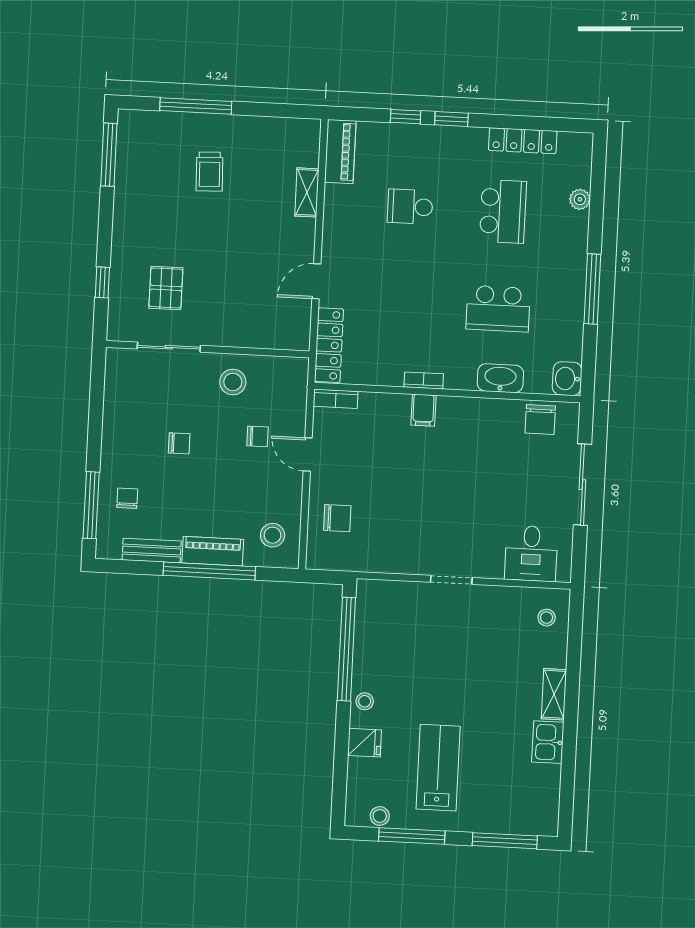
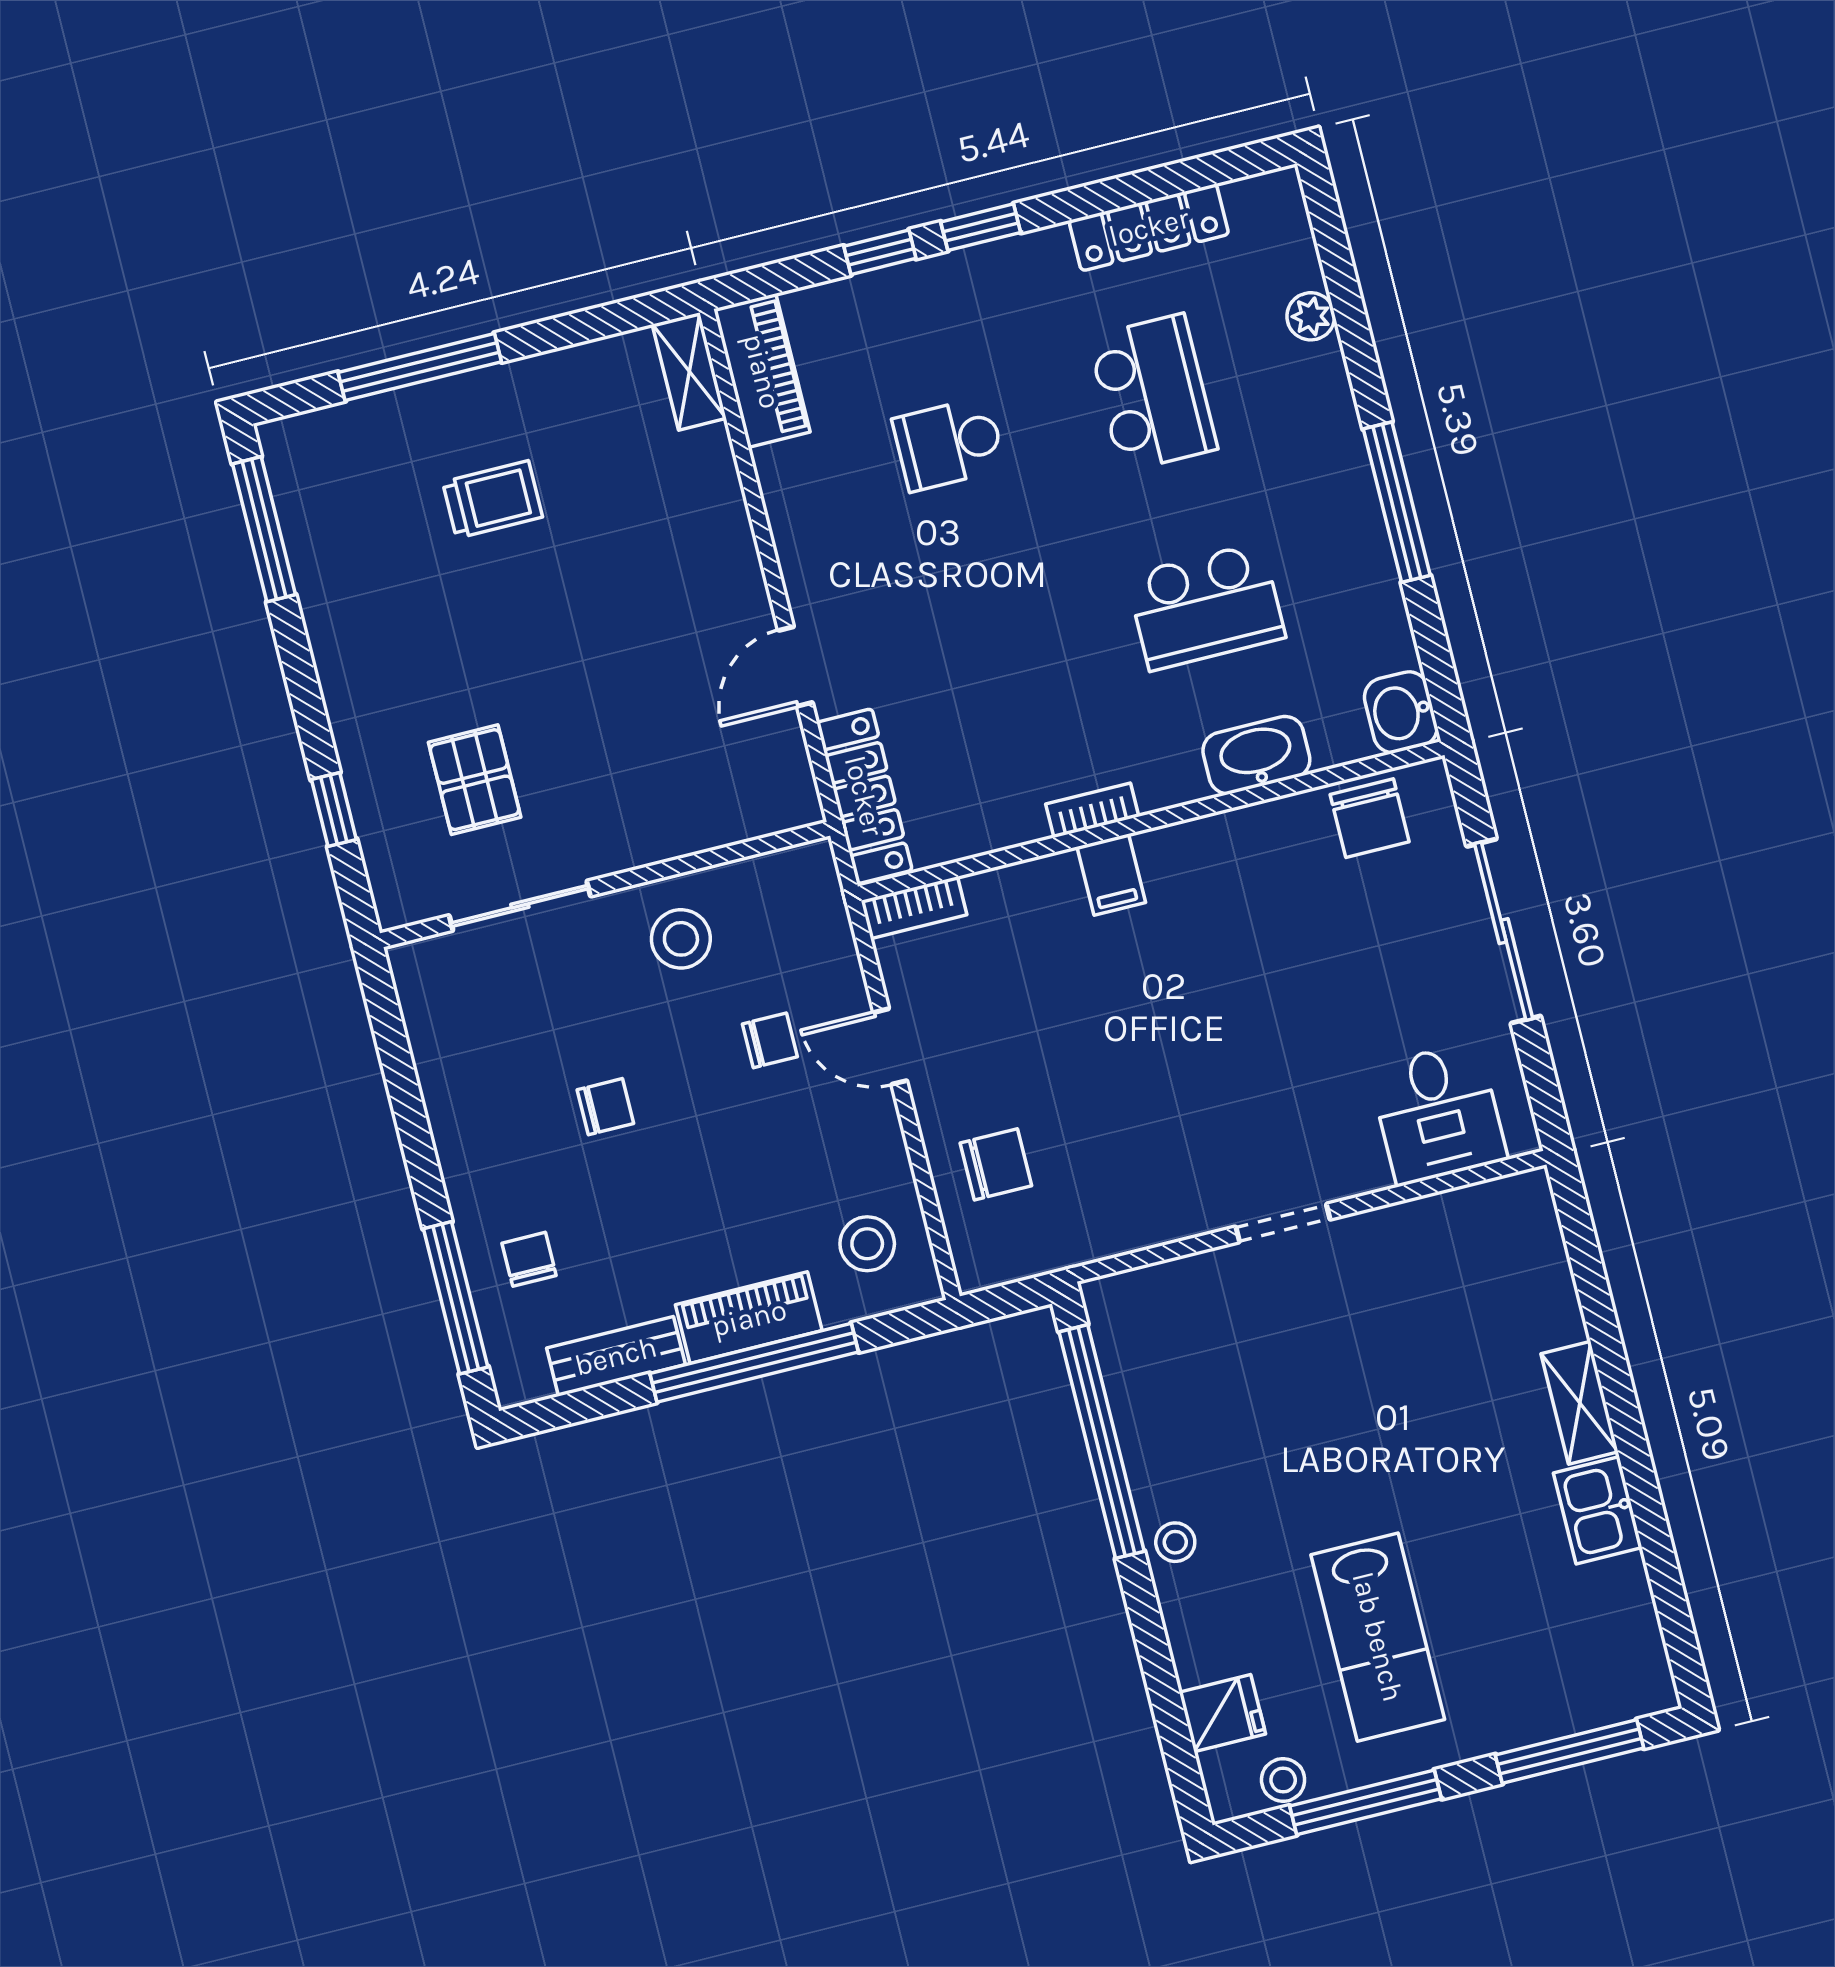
trolley: (210, 172) -> (492, 500), turned -88
shelving: (307, 192) -> (689, 371), moved
stool: (547, 618) -> (1513, 1242), removed
fridge: (364, 743) -> (1222, 1713), moved
lab bench: (438, 768) -> (1378, 1637), turned 180

